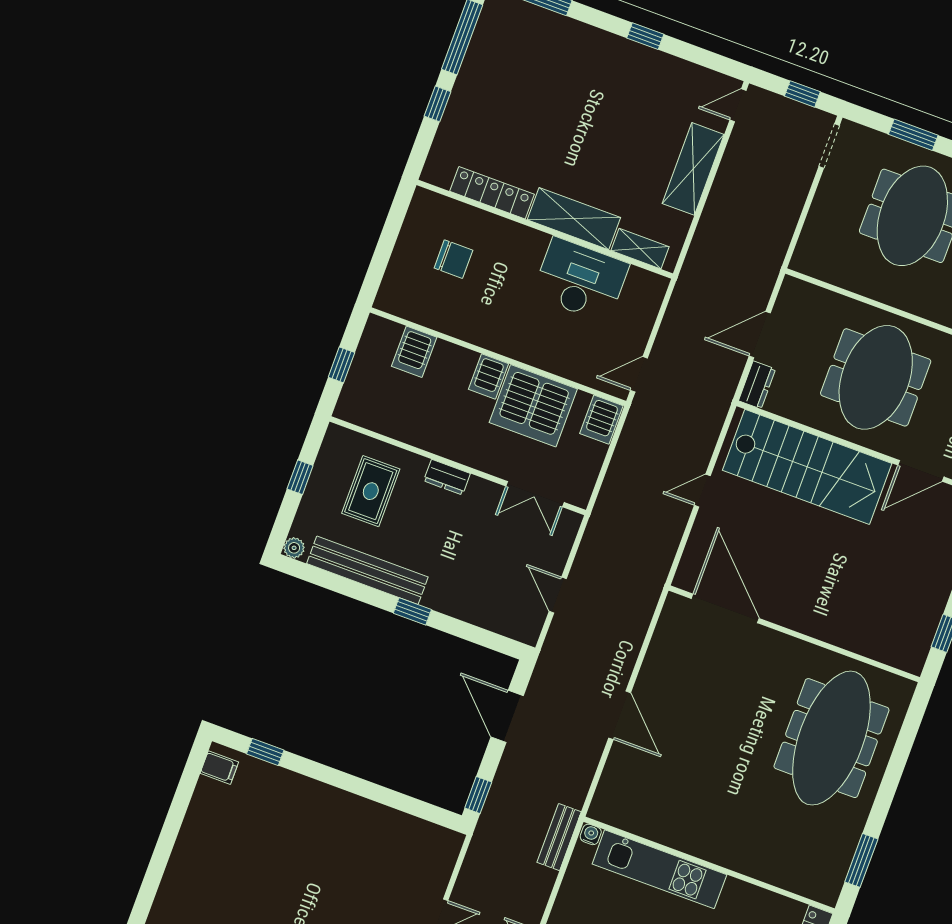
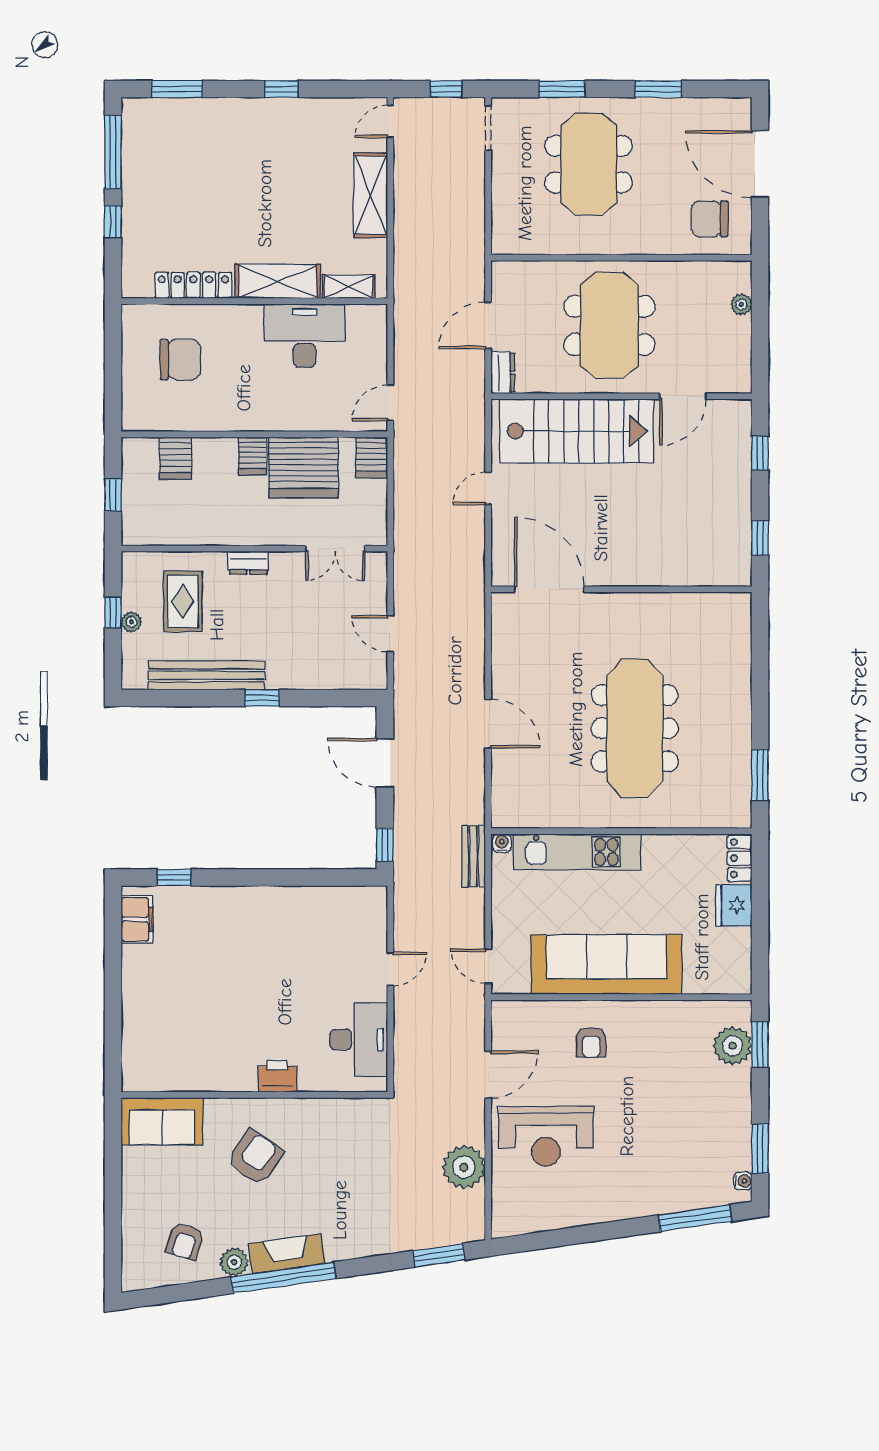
chair: (453, 259) -> (180, 360), width x1.37, depth x1.37
plant: (294, 548) -> (131, 622), moved
meeting table: (831, 738) -> (635, 728), moved
filing cabinet: (219, 768) -> (137, 919), width x2.00

